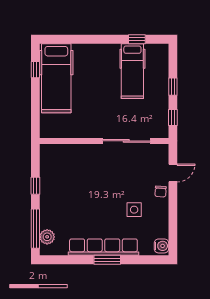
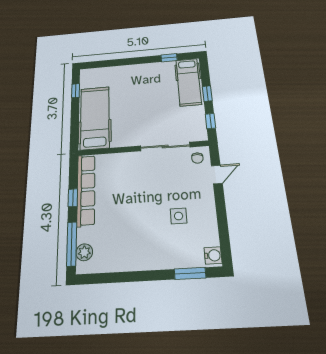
hospital bed: (132, 71) -> (189, 82), moved
hospital bed: (56, 78) -> (95, 118), moved, turned 180
chair: (161, 192) -> (197, 158), moved
row of seats: (103, 247) -> (86, 190), moved, turned 90
window: (107, 260) -> (190, 273), moved

